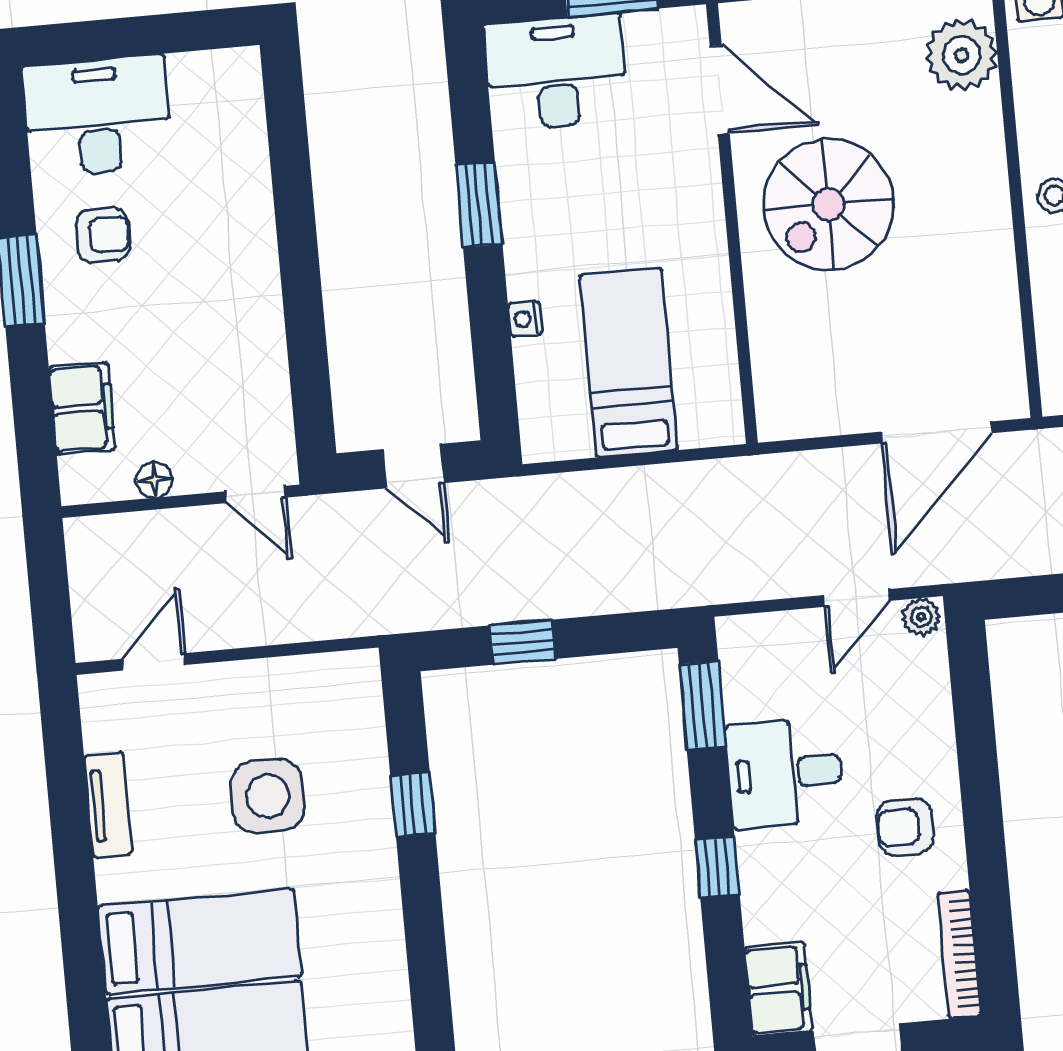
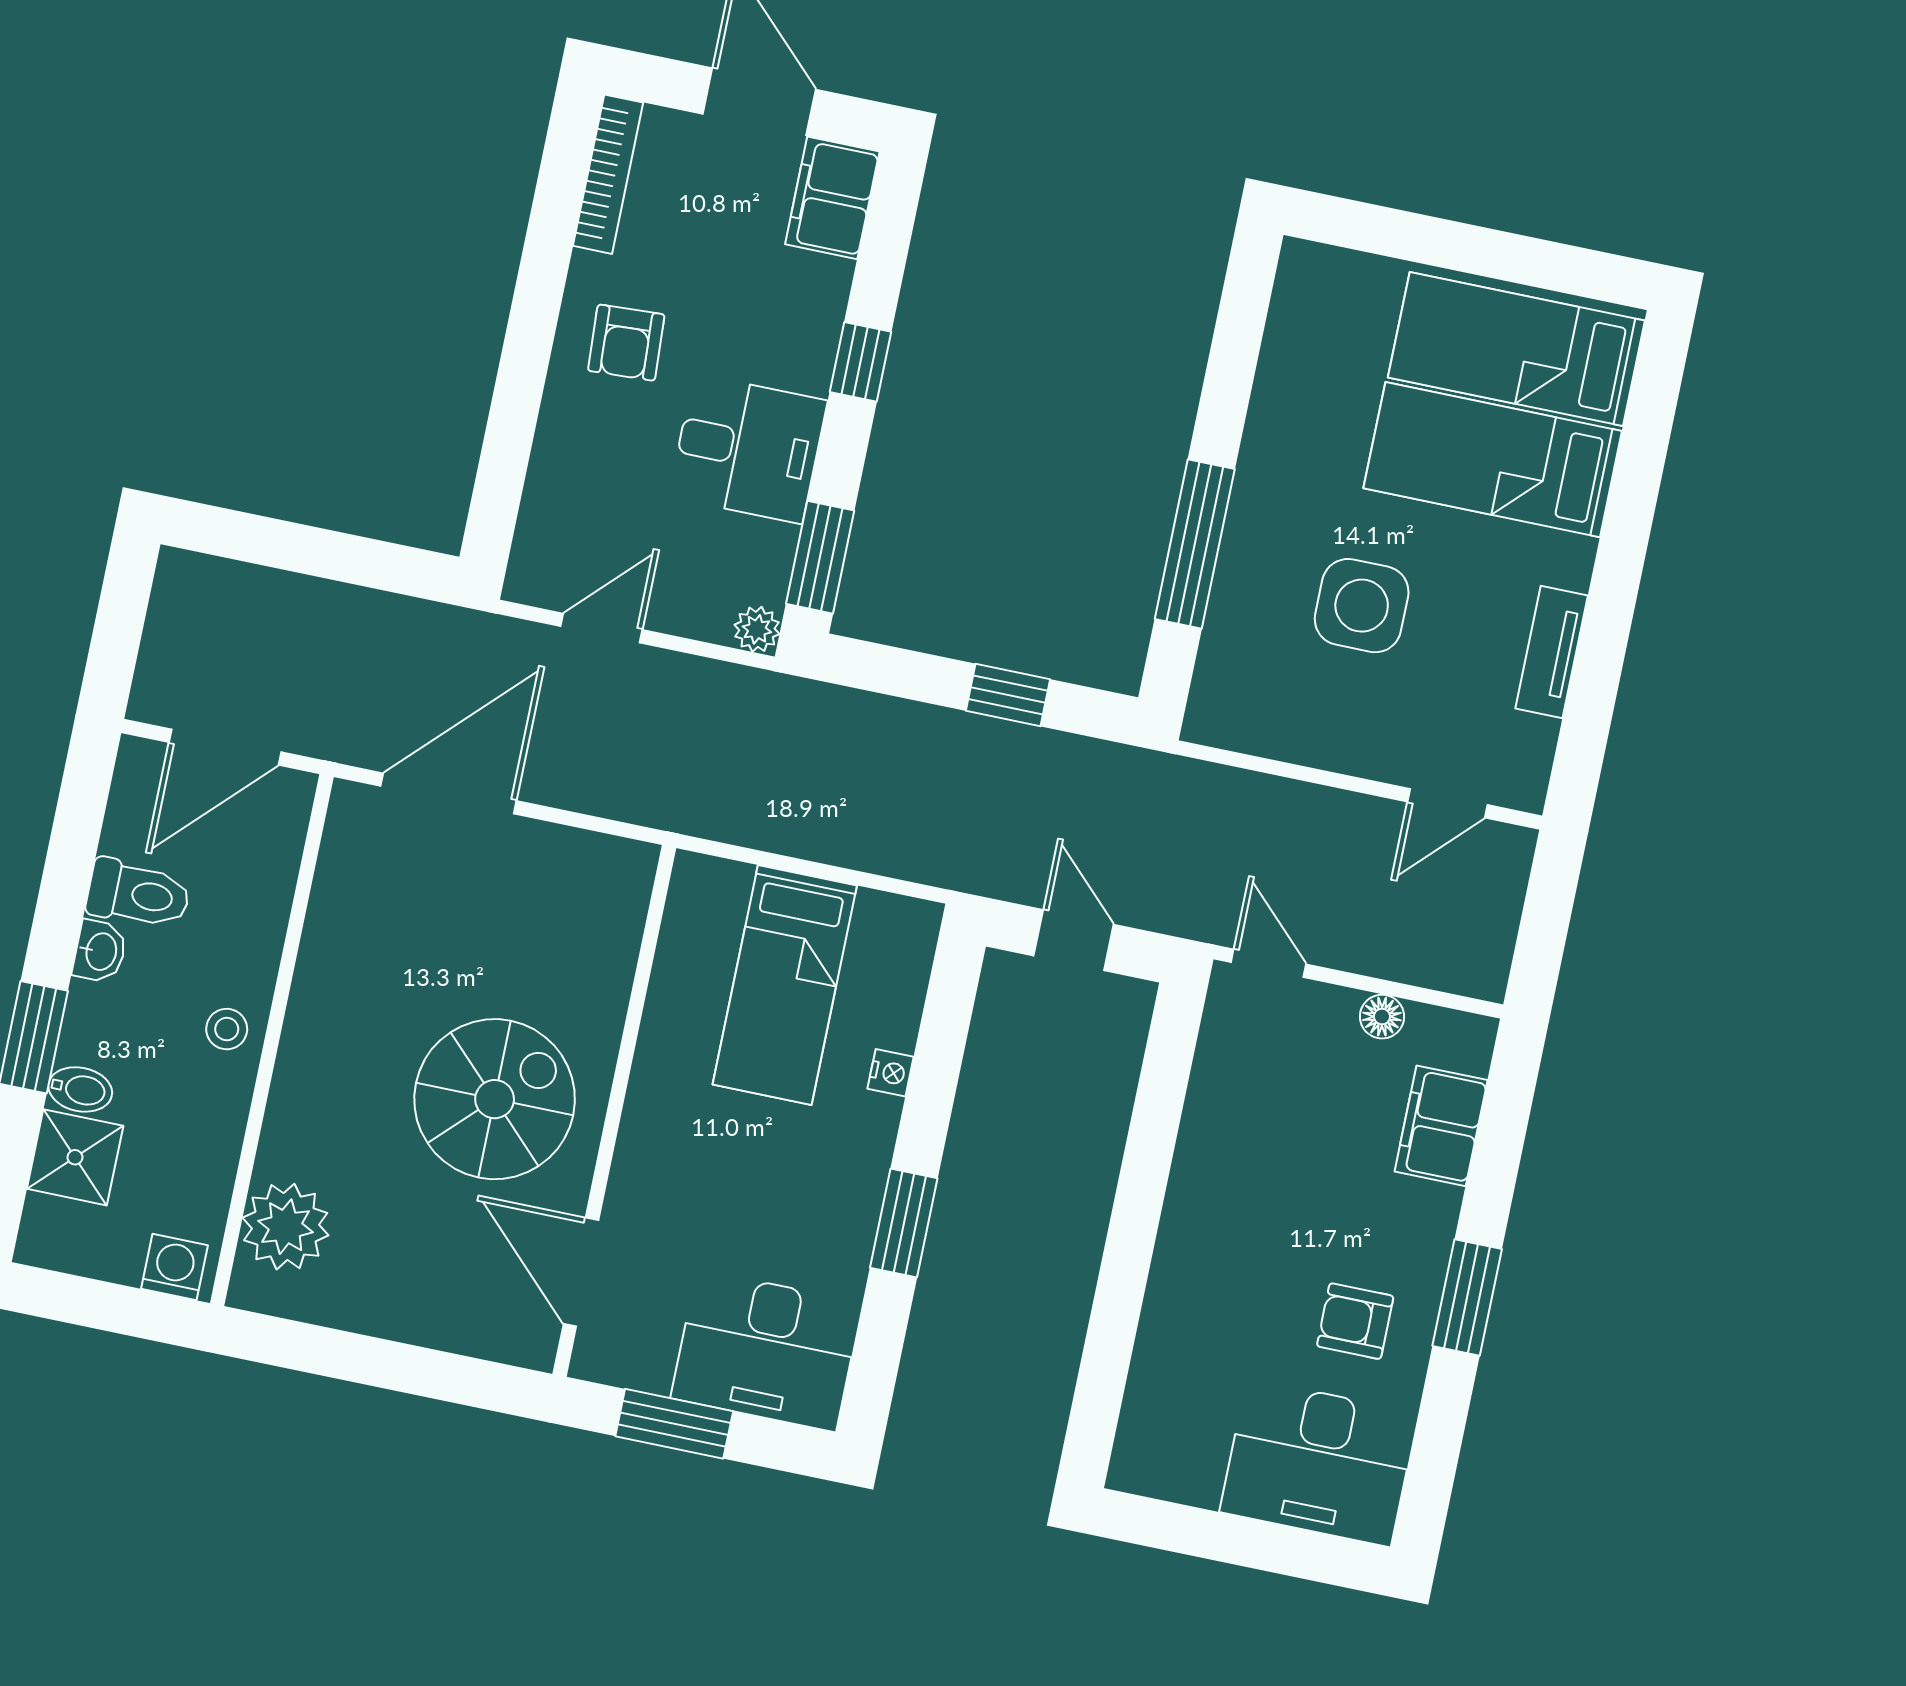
plant: (921, 617) -> (757, 629), moved
window: (413, 805) -> (1195, 544), width x2.17
armchair: (905, 827) -> (626, 343), turned 87

